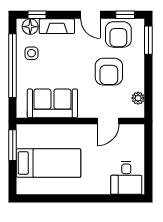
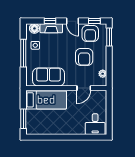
window: (37, 15) -> (50, 21), moved
window: (13, 66) -> (23, 53), width x0.68
window: (13, 145) -> (23, 119), moved
bed: (49, 163) -> (46, 100), moved

